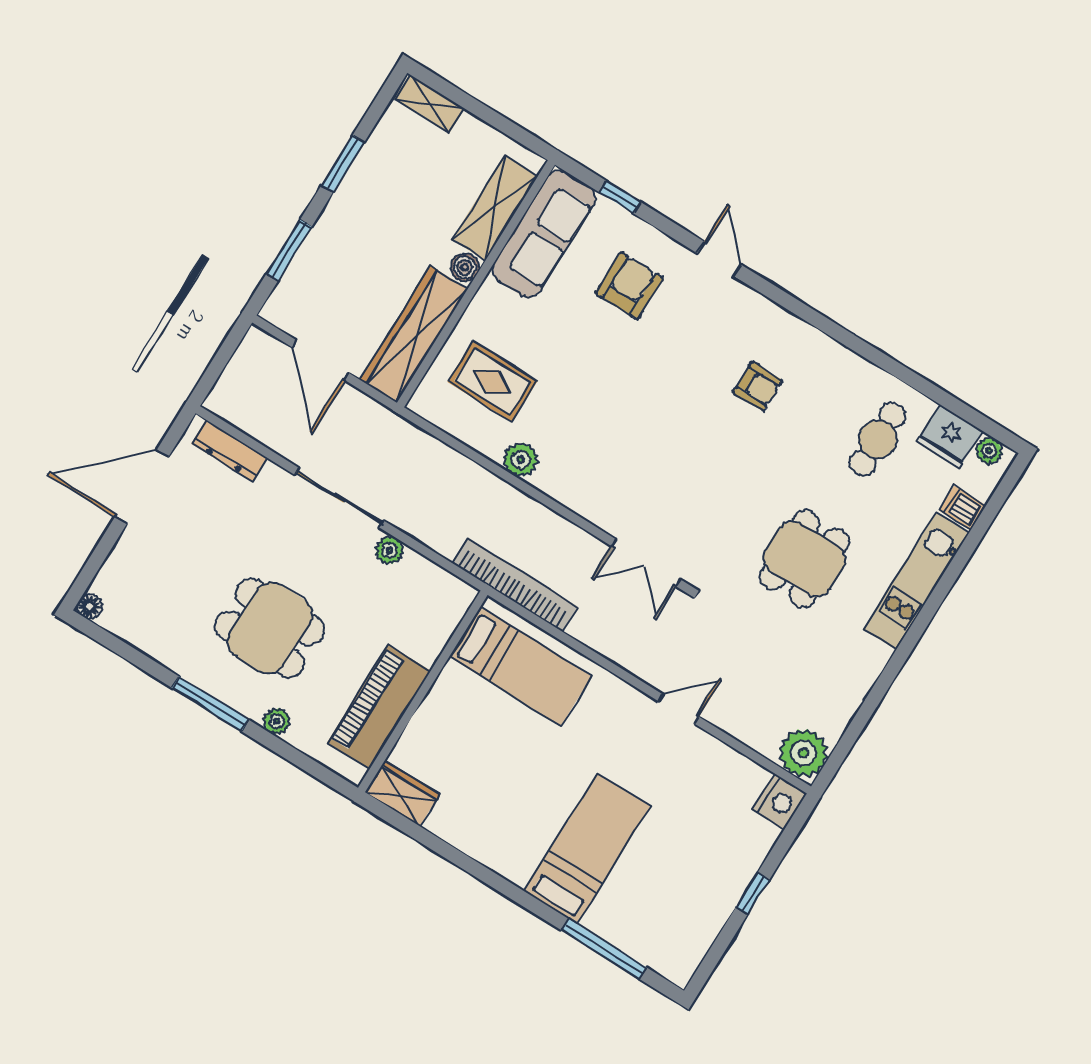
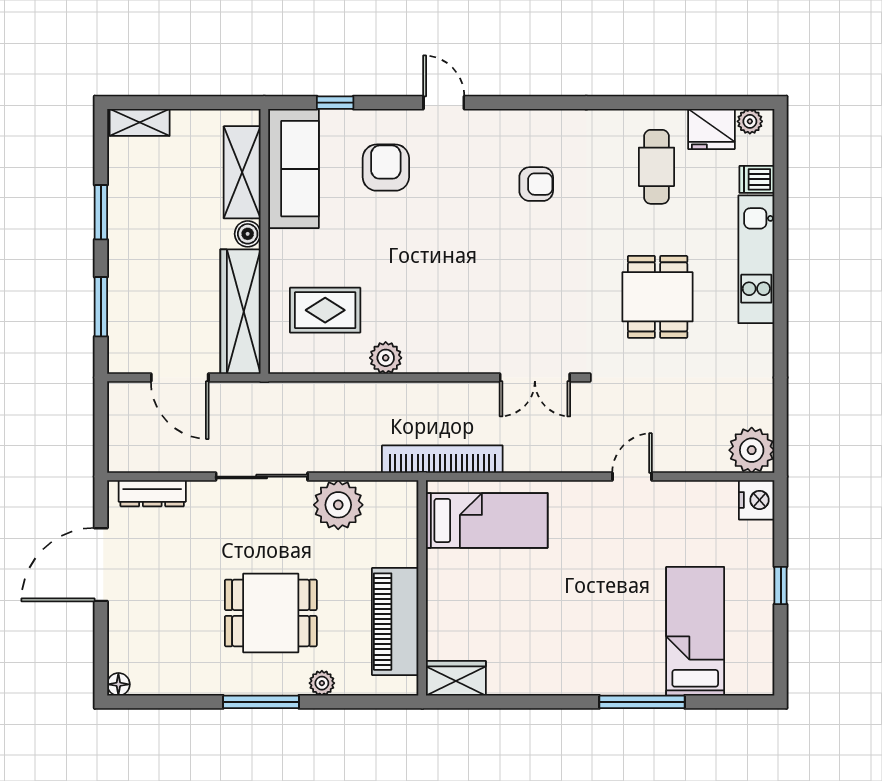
plant: (389, 550) -> (338, 505), width x1.87, depth x1.87
bed: (587, 849) -> (695, 631), moved
window: (604, 949) -> (642, 702), moved

